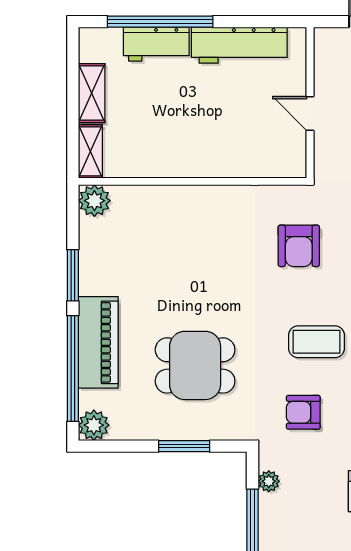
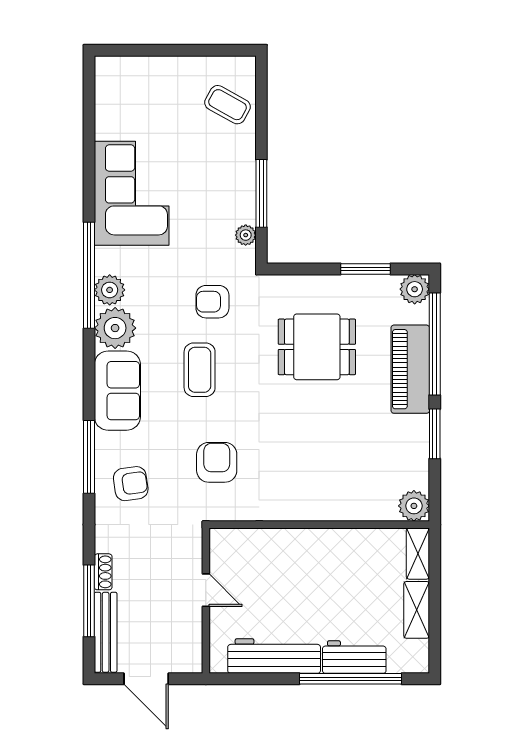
coffee table: (317, 342) -> (200, 370), turned 90
armchair: (303, 412) -> (212, 302), turned 180
window: (184, 446) -> (365, 269), moved

